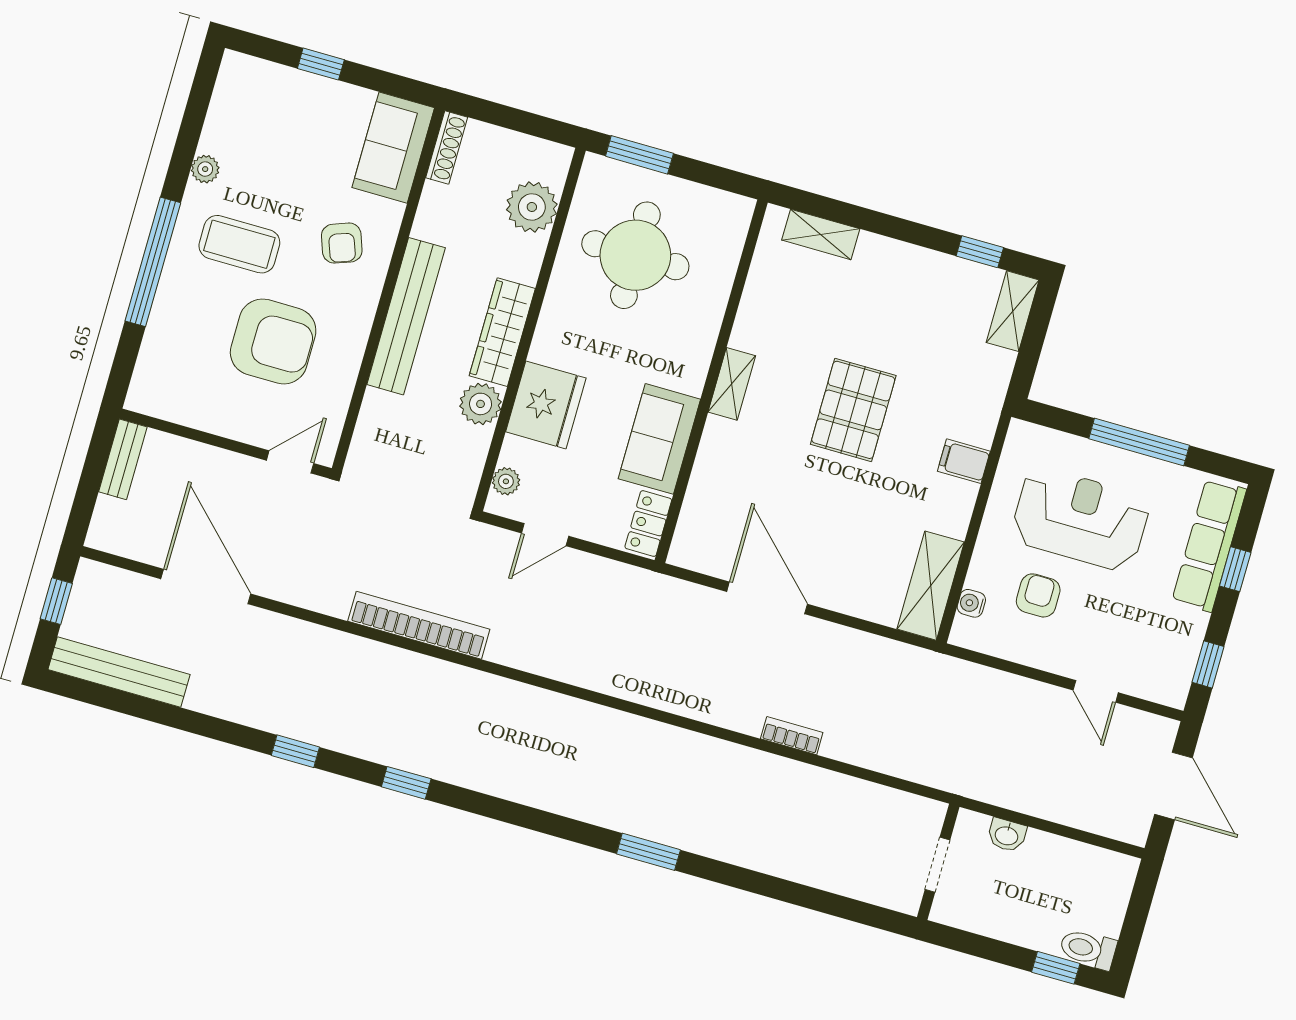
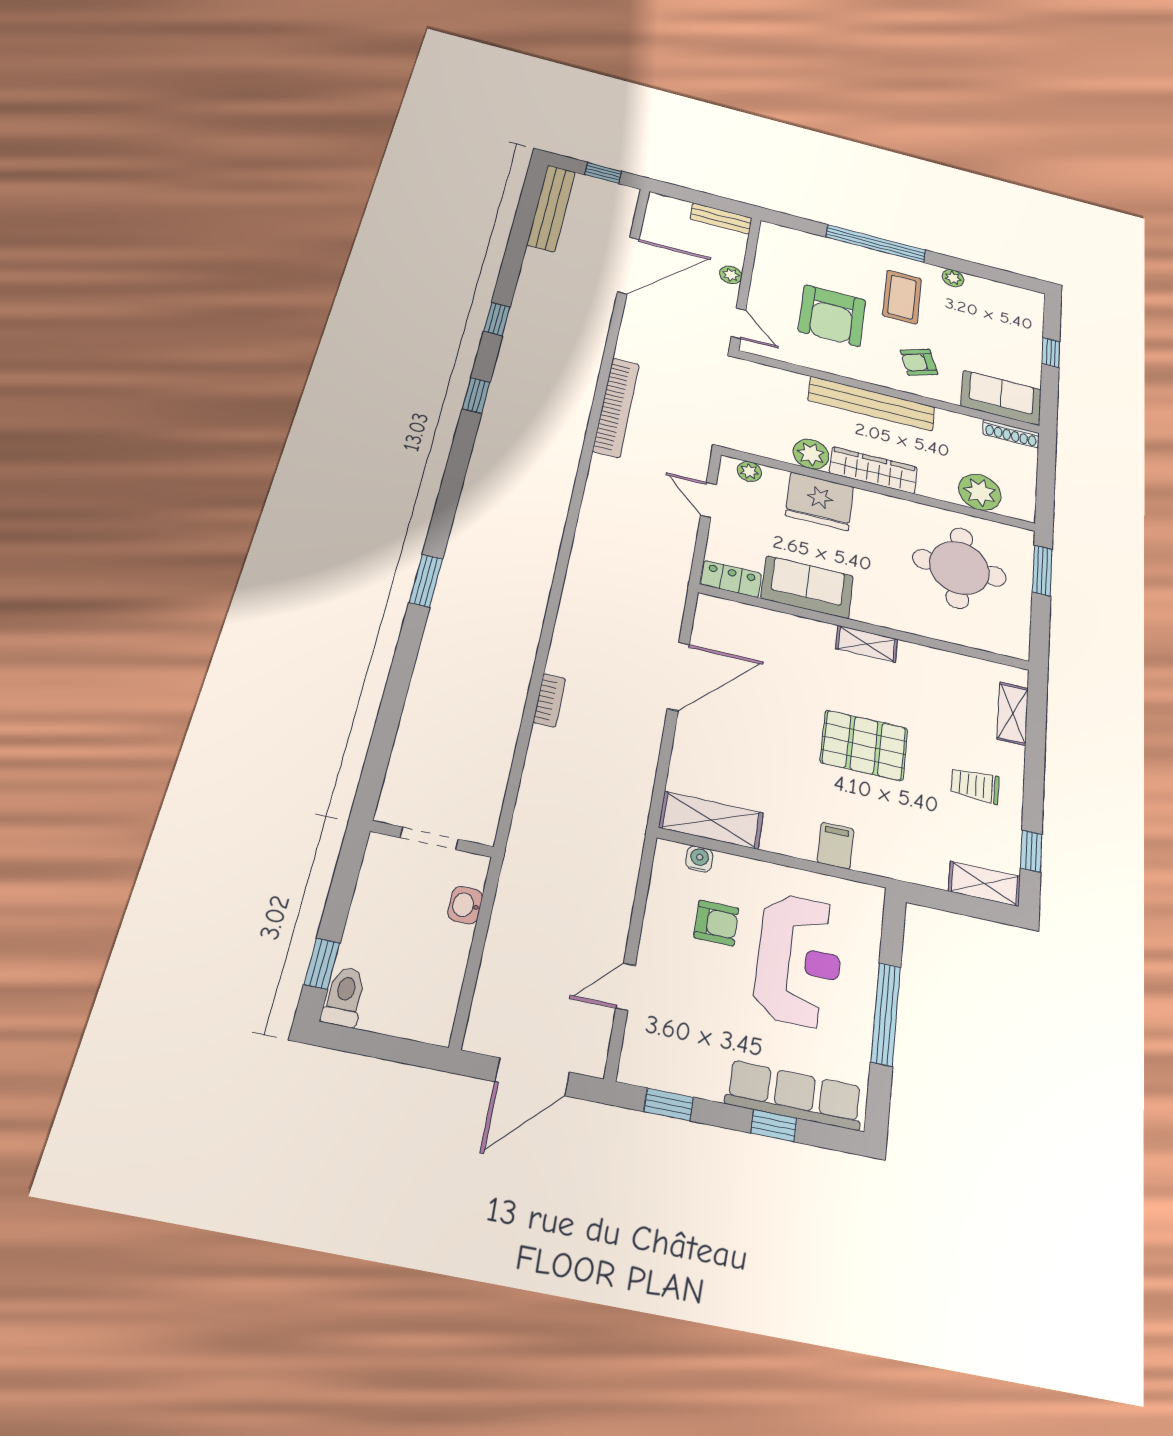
trolley: (904, 297) -> (975, 786), added
plant: (214, 460) -> (731, 275), added

